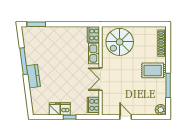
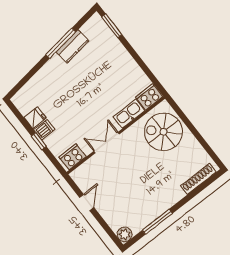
rug: (153, 70) -> (161, 192), removed
kitchen counter: (33, 76) -> (73, 46), moved

